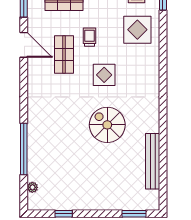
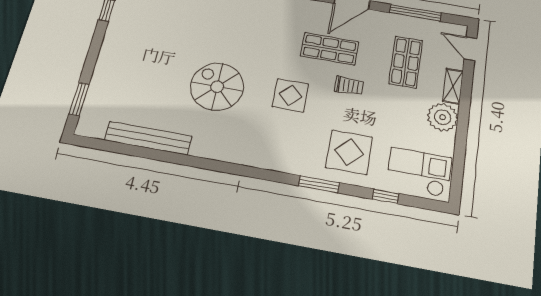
window: (163, 46) -> (319, 184), added
spiral stairs: (107, 125) -> (217, 87), turned -90

